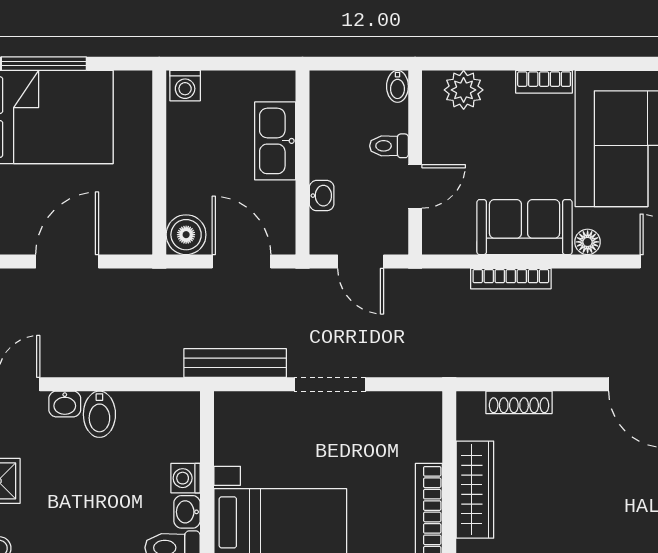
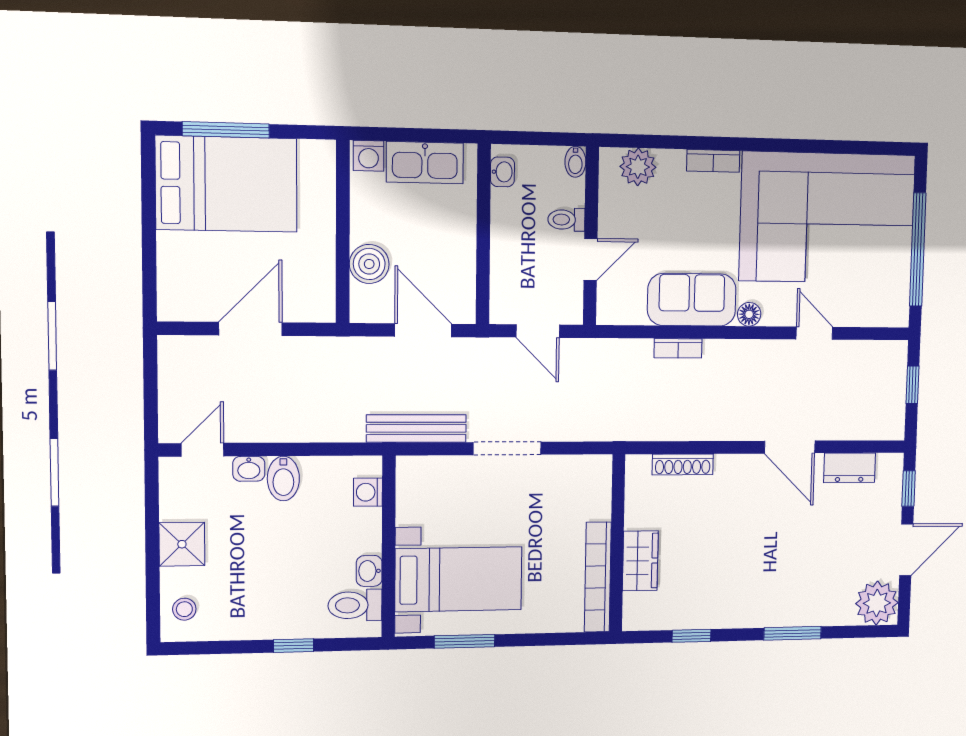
kitchen sink: (275, 141) -> (425, 163), moved, turned -90
washbasin: (322, 196) -> (502, 172), moved
boiler: (186, 235) -> (369, 264), moved
bookcase: (511, 279) -> (678, 348), width x0.64
washing machine: (186, 478) -> (368, 492), moved
wardrobe: (475, 490) -> (640, 561), width x0.67

